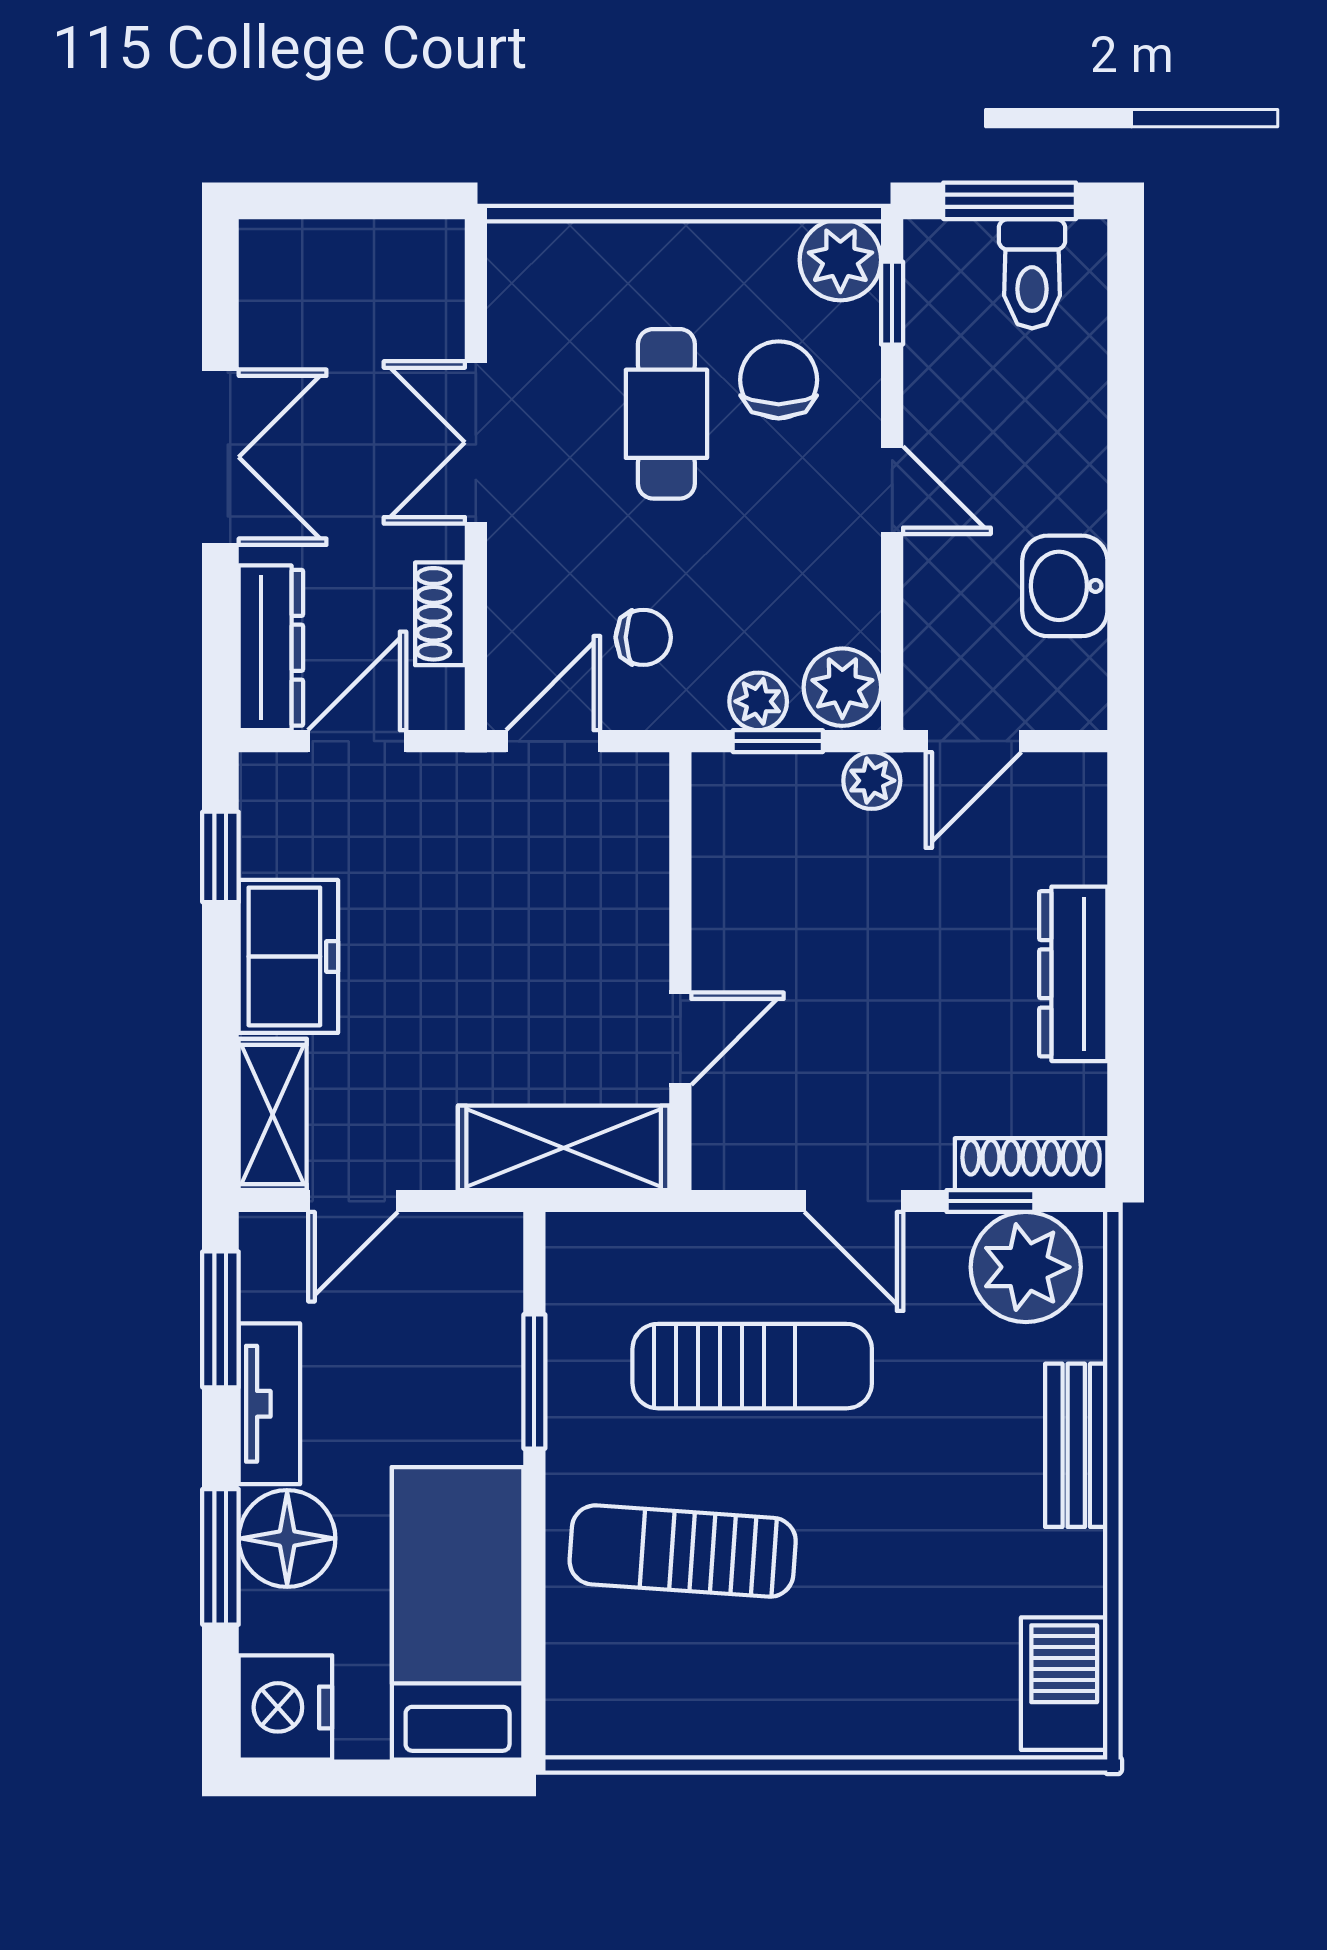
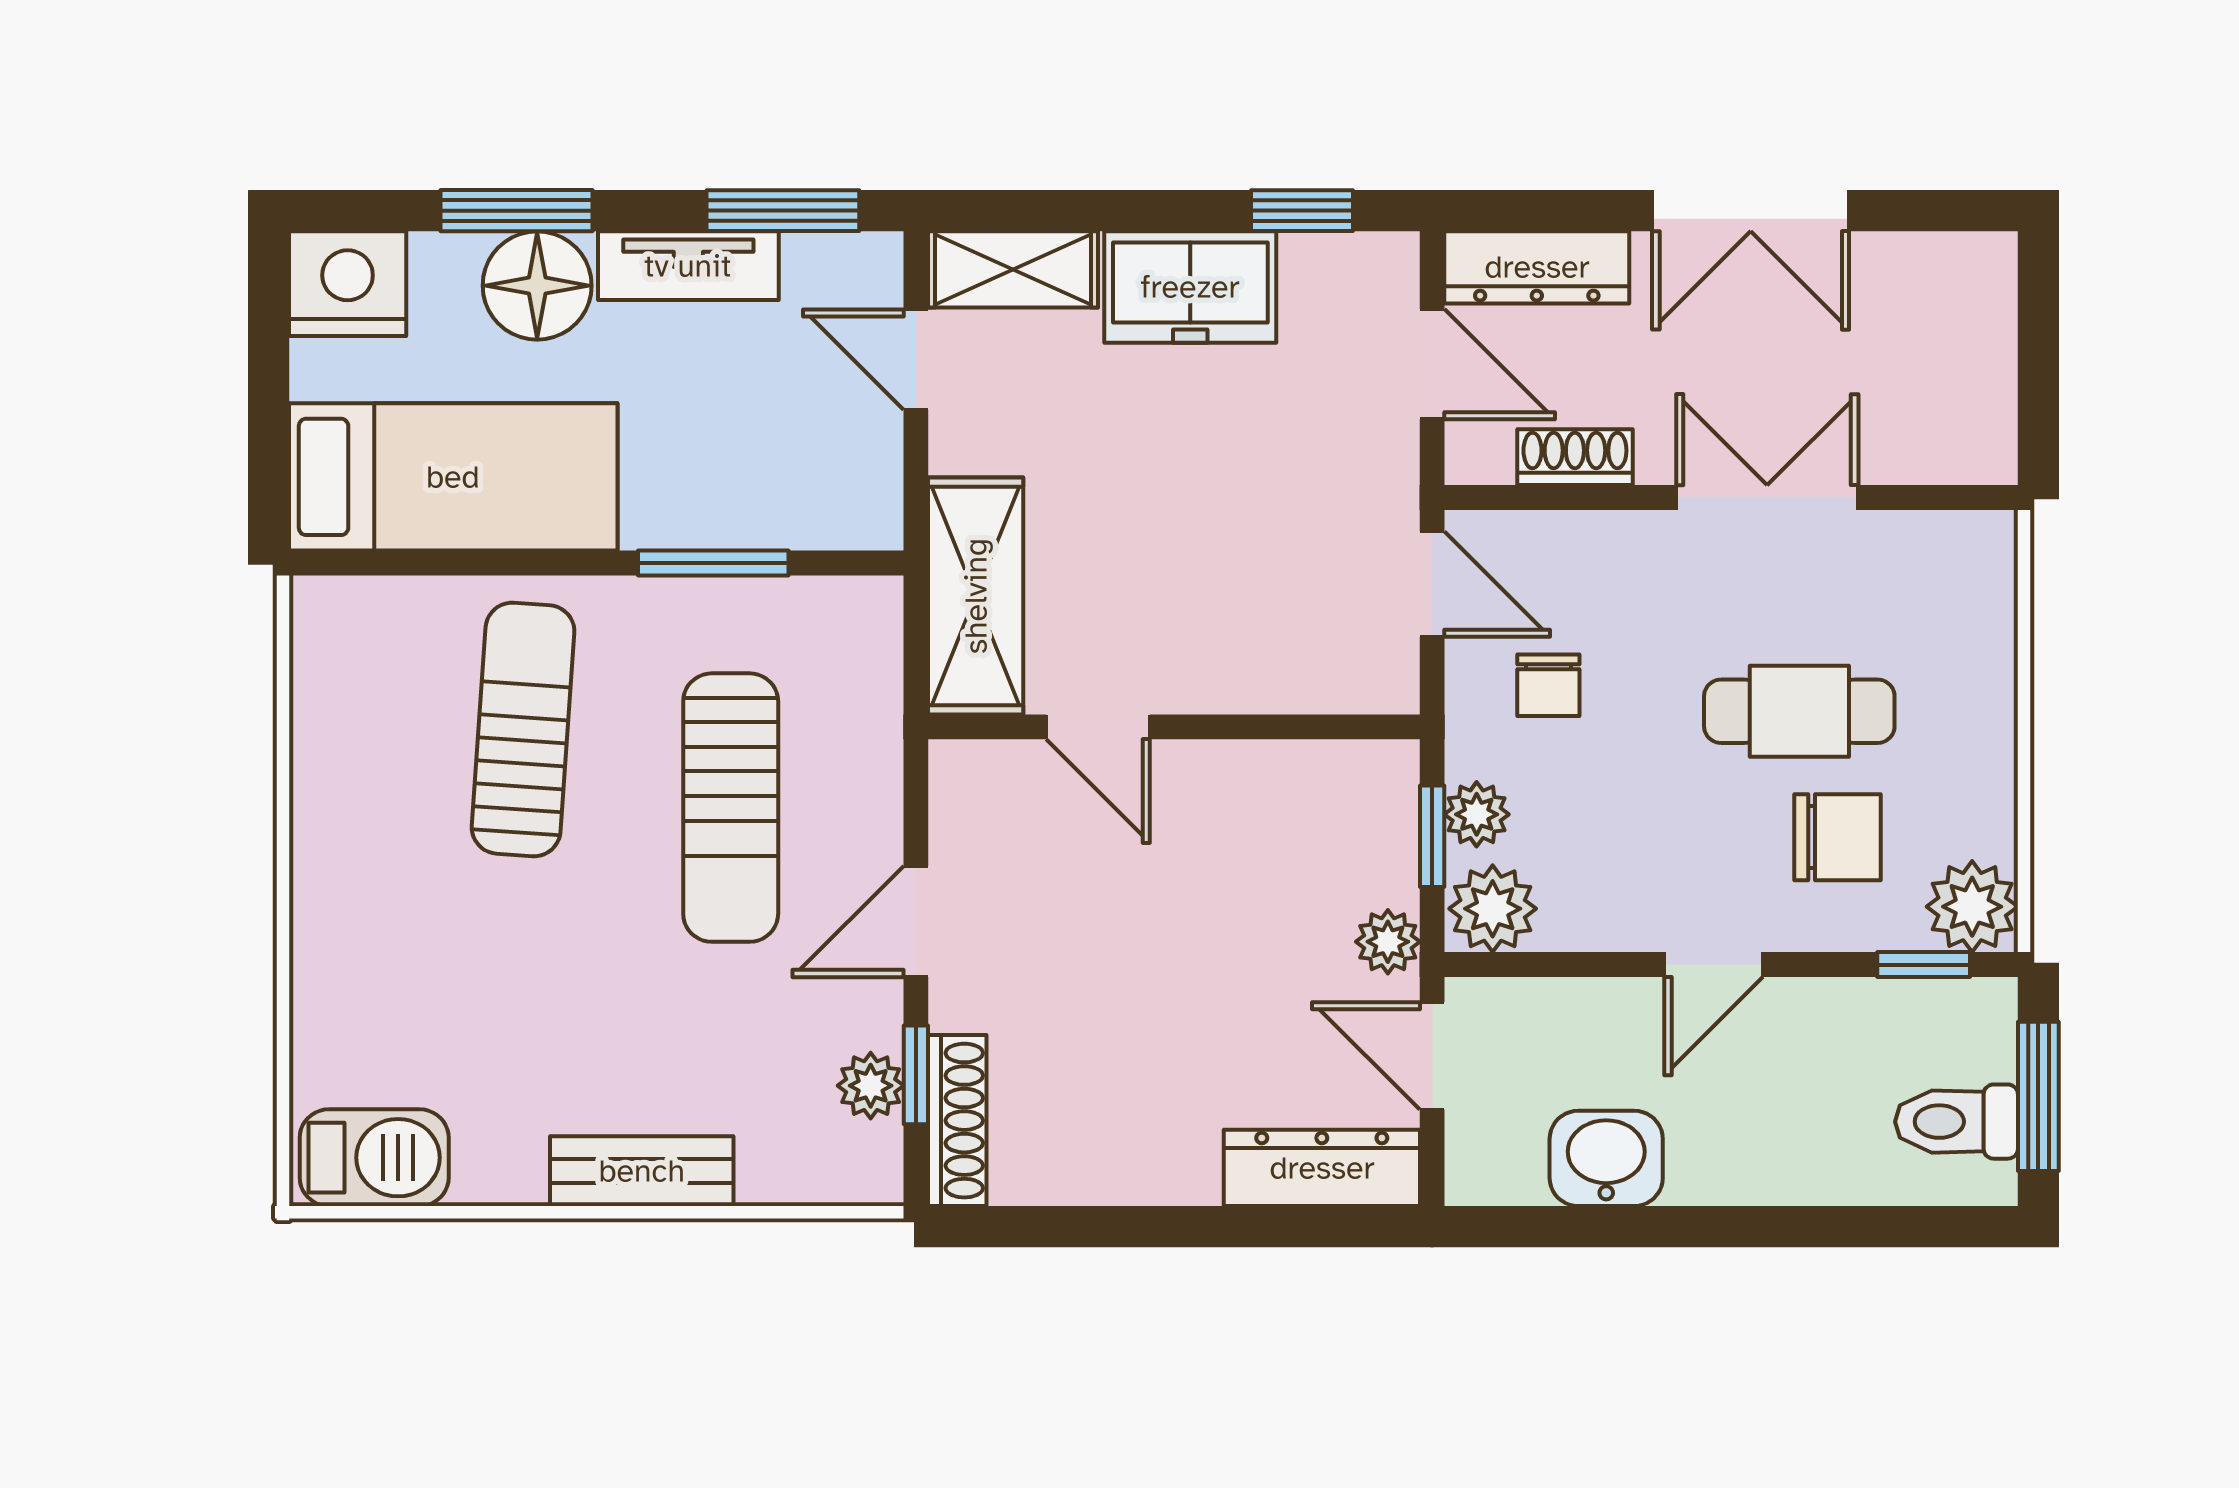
dresser: (1073, 974) -> (1322, 1168), moved
plant: (1026, 1267) -> (871, 1086), width x0.53, depth x0.53

